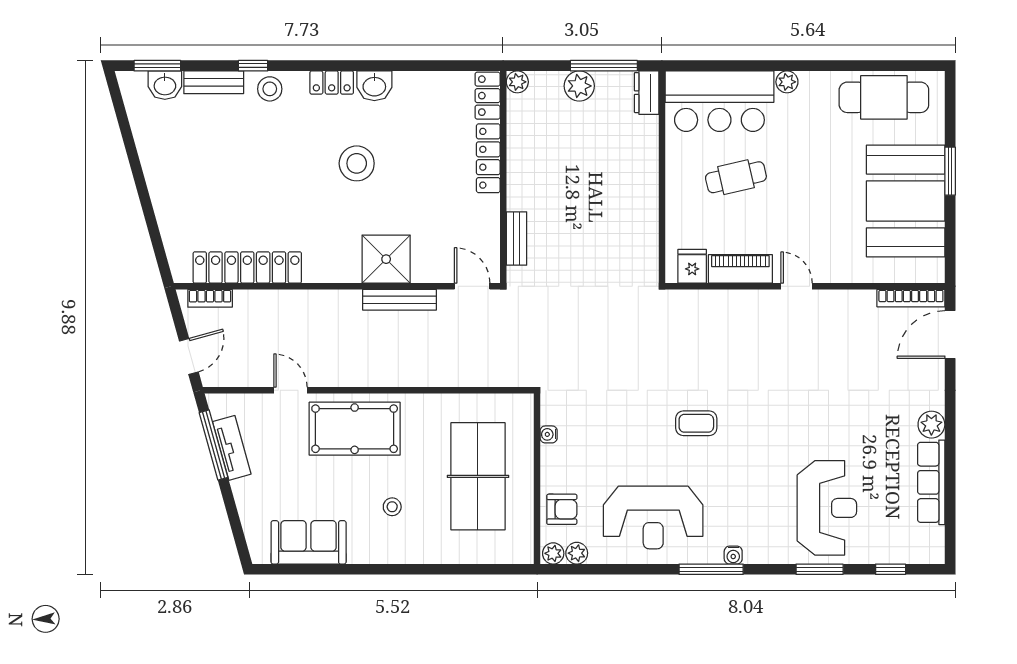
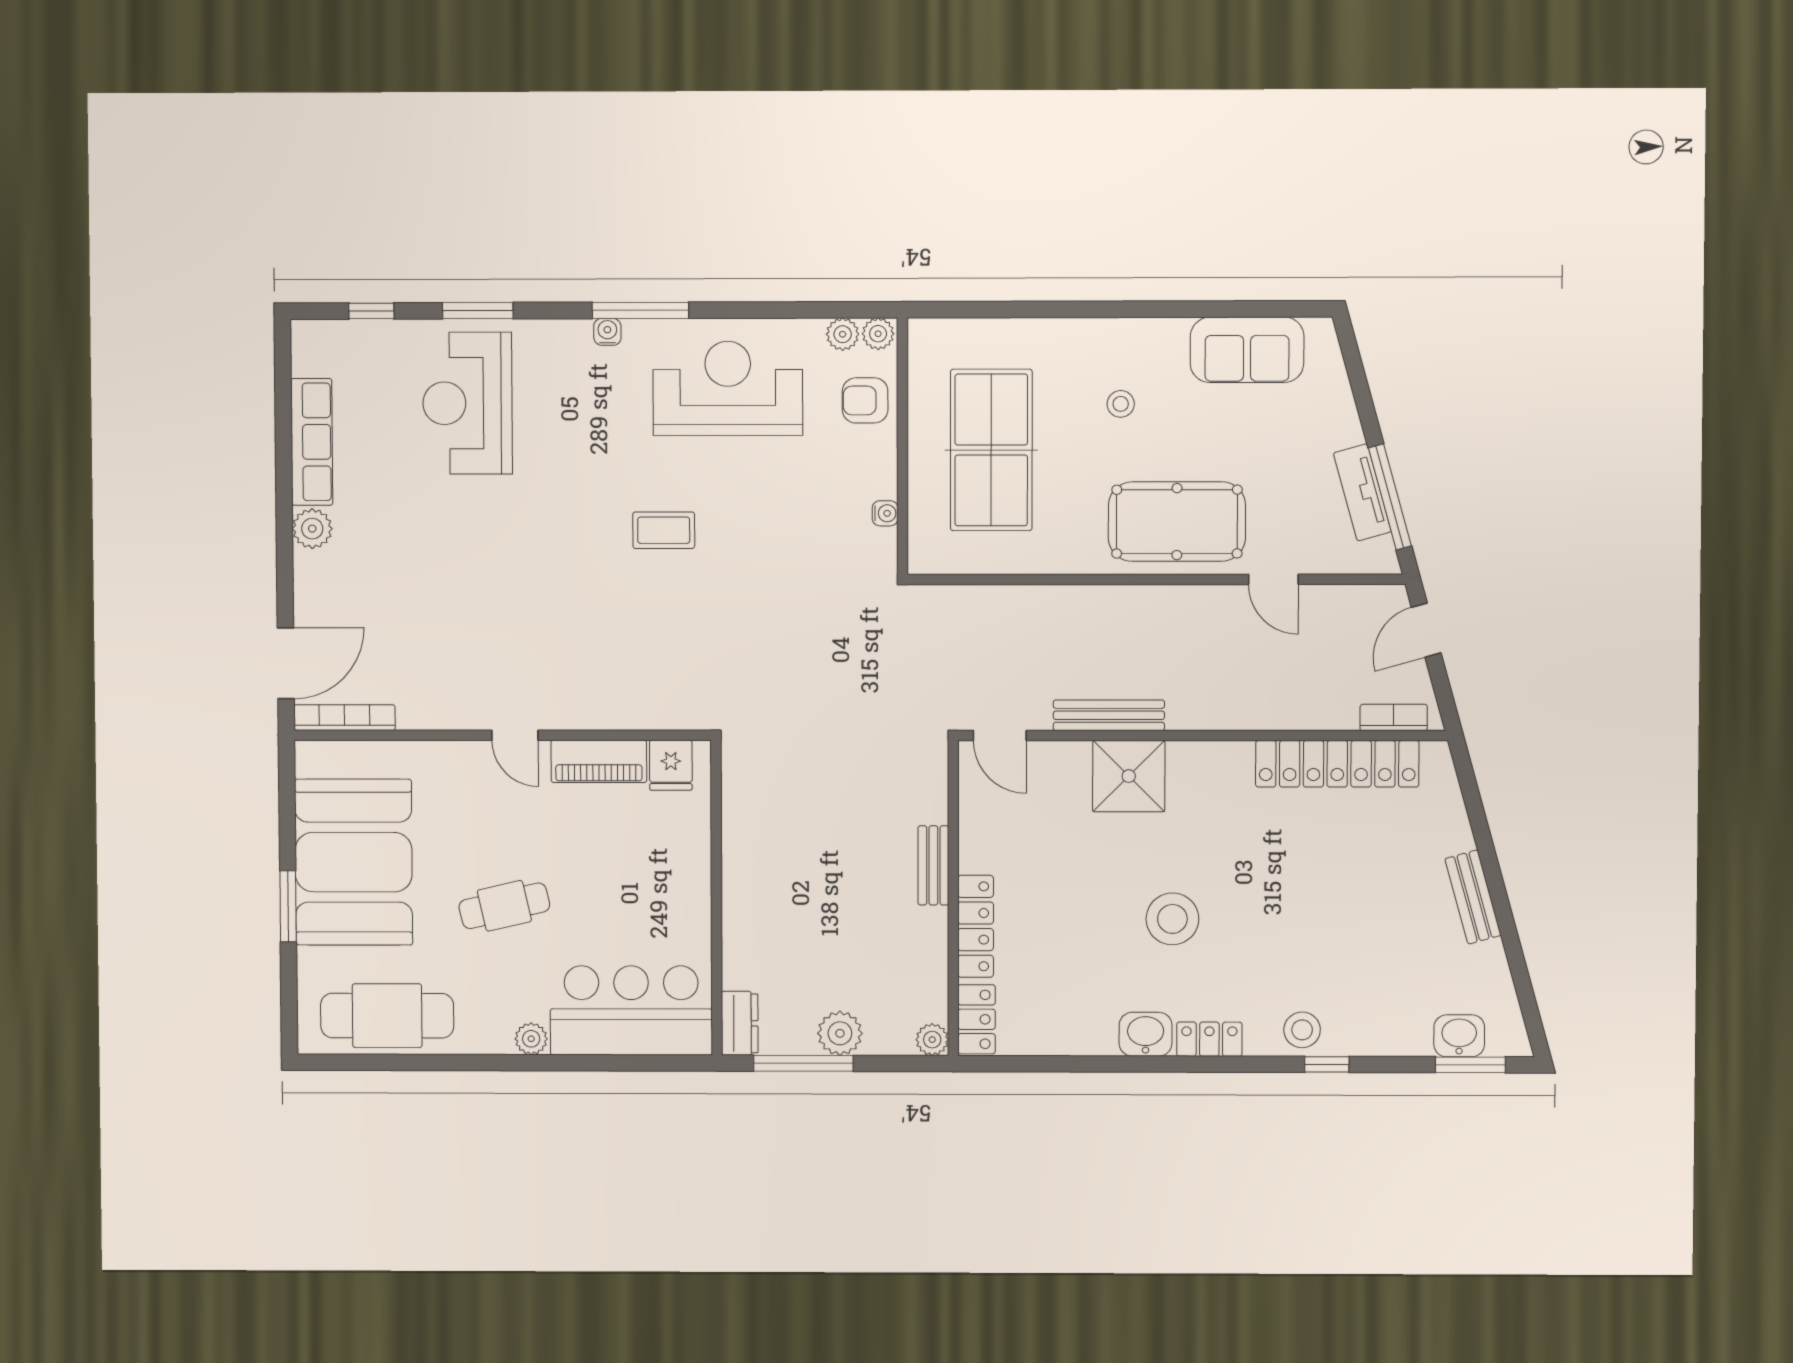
bench: (214, 82) -> (1473, 897), moved, turned 74
cafe table: (736, 177) -> (504, 906), moved
bench: (517, 238) -> (933, 865), moved

